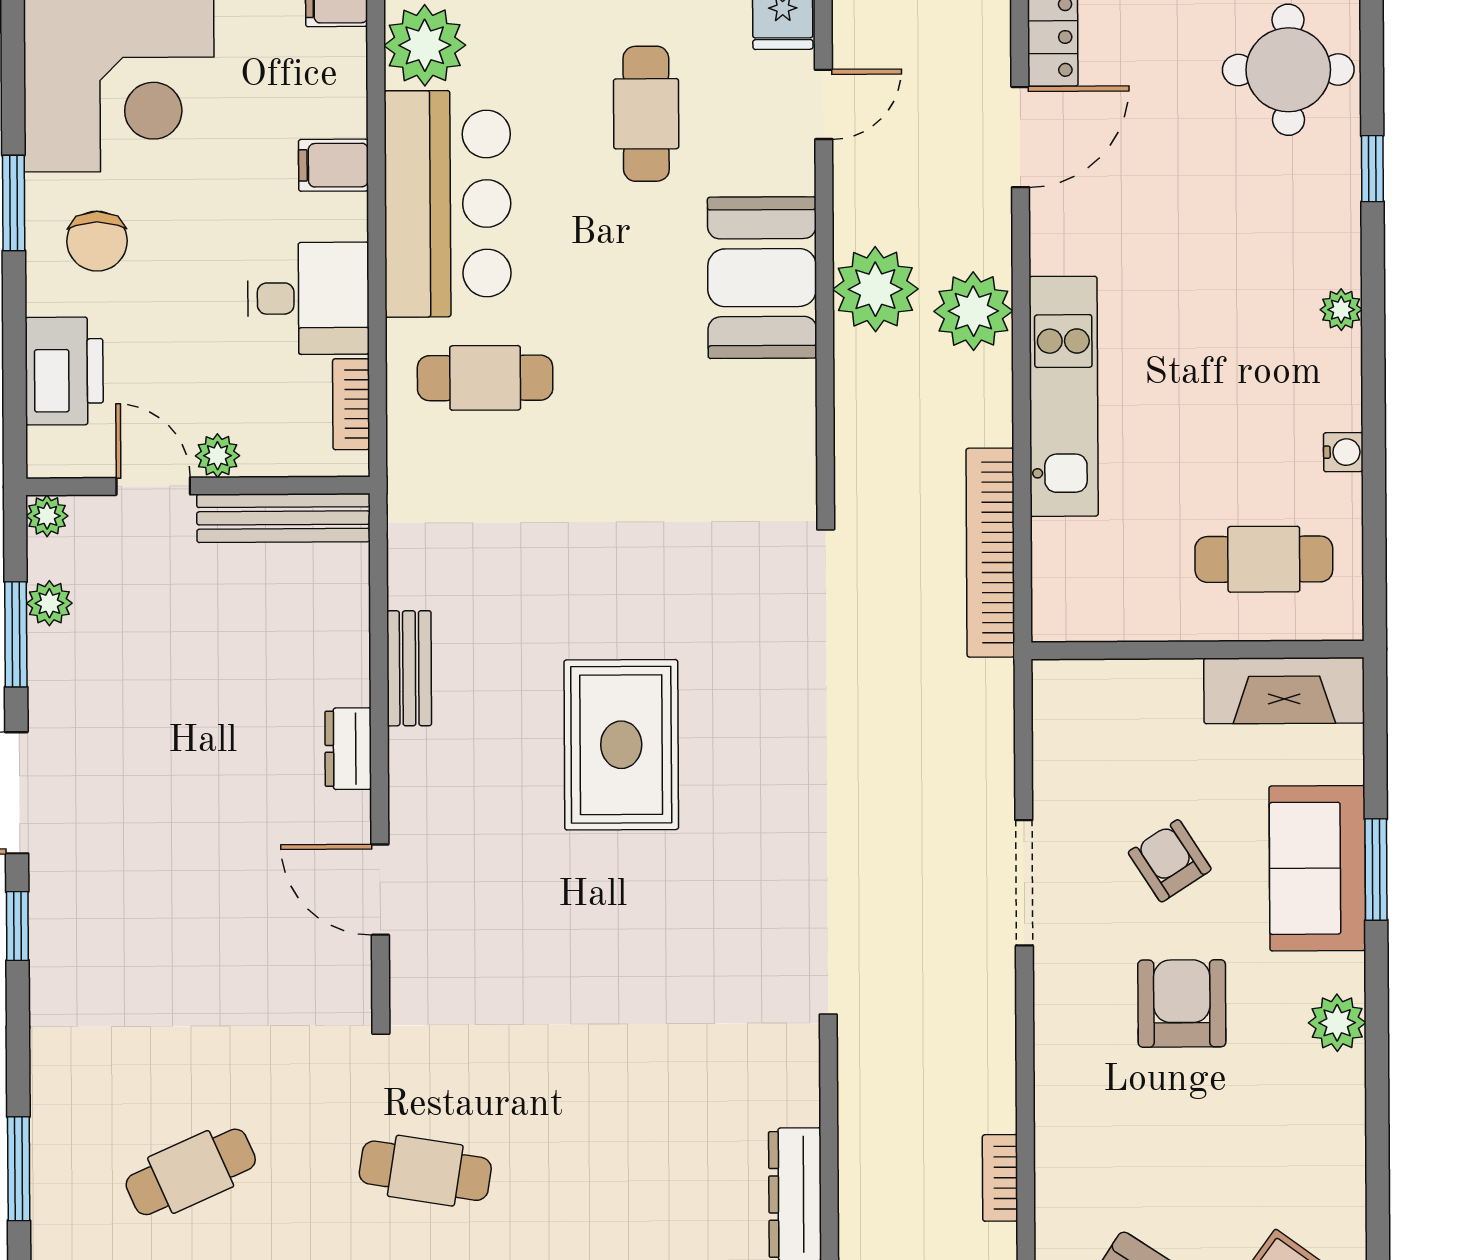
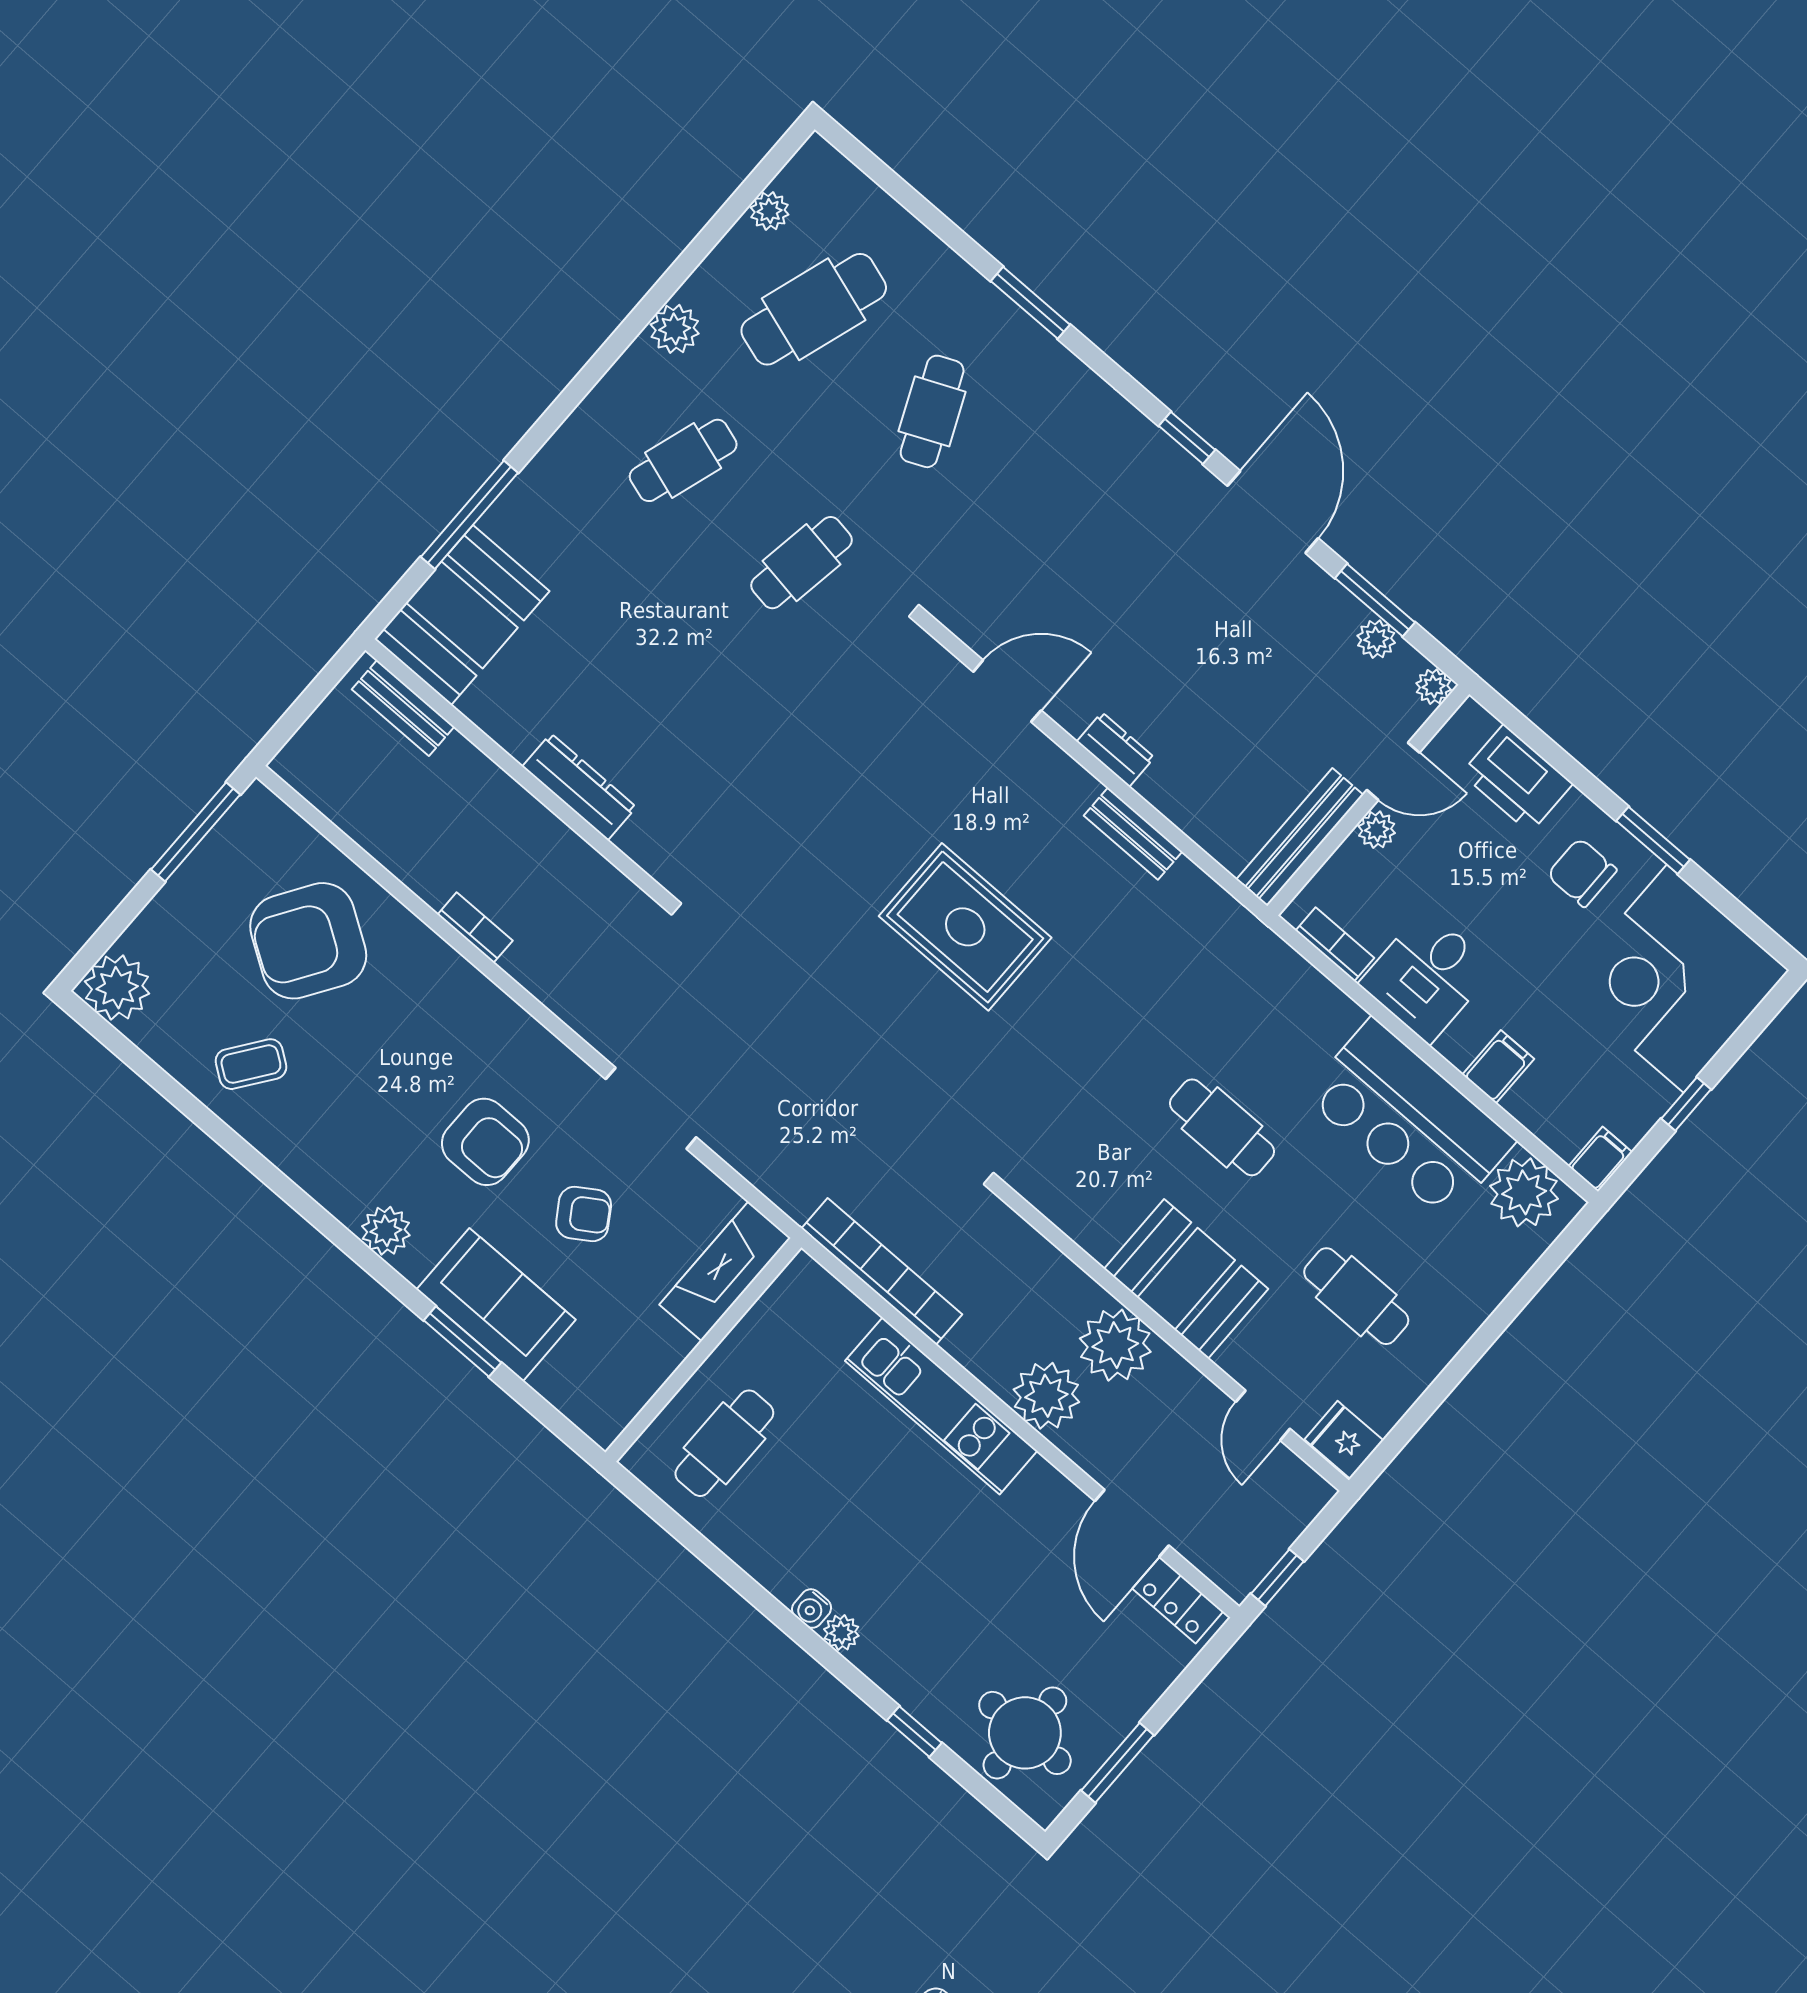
cafe table: (485, 378) -> (1222, 1127), moved, turned 90
water cooler: (1343, 452) -> (812, 1608), moved
fireplace: (1284, 691) -> (725, 1271), moved

